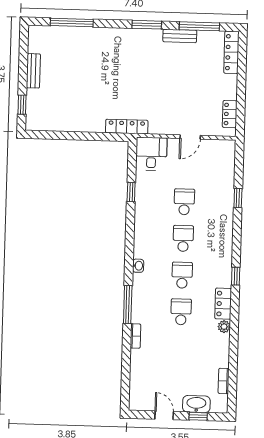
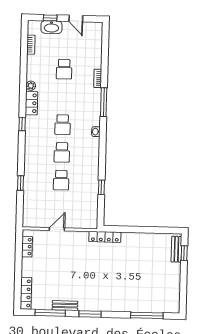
bench: (33, 71) -> (176, 249), moved
desk: (151, 154) -> (86, 216), removed
school desk: (181, 312) -> (64, 69), moved

